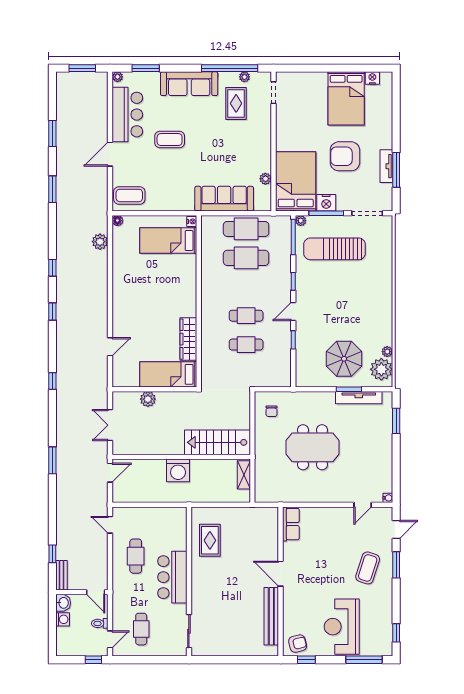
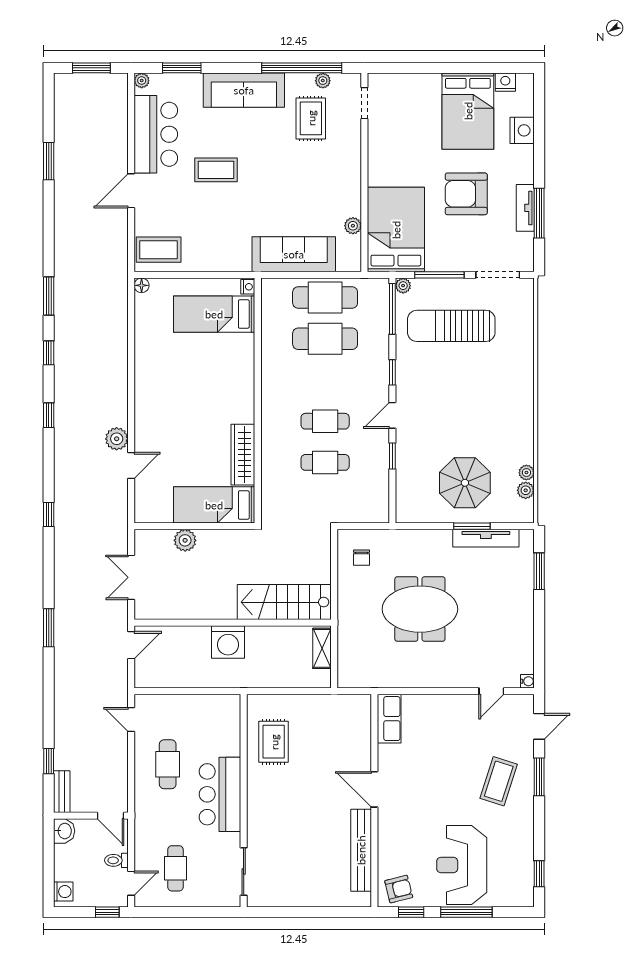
window: (52, 189) -> (49, 296), moved
nightstand: (326, 203) -> (522, 130), moved, turned -90
plant: (100, 242) -> (117, 439), moved
plant: (381, 369) -> (526, 490), width x0.53, depth x0.53
washing machine: (63, 619) -> (63, 892), moved
window: (364, 660) -> (466, 912), moved

